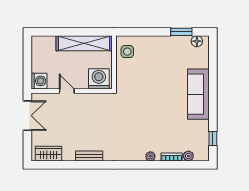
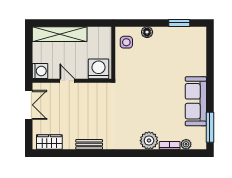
floor lamp: (197, 41) -> (147, 32), moved
shelving: (84, 43) -> (60, 34), moved
sofa: (198, 94) -> (196, 101), moved
window: (213, 138) -> (210, 127), width x2.17
plant: (150, 156) -> (149, 141), width x1.88, depth x1.88

